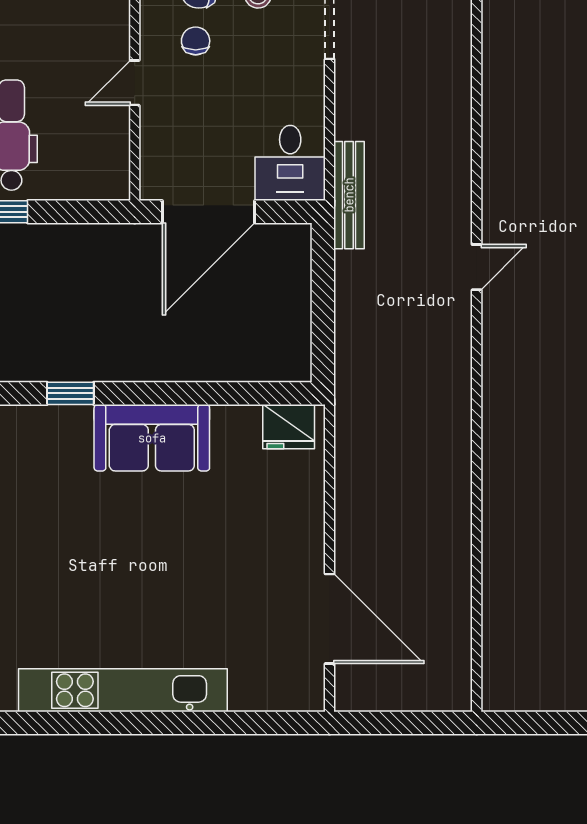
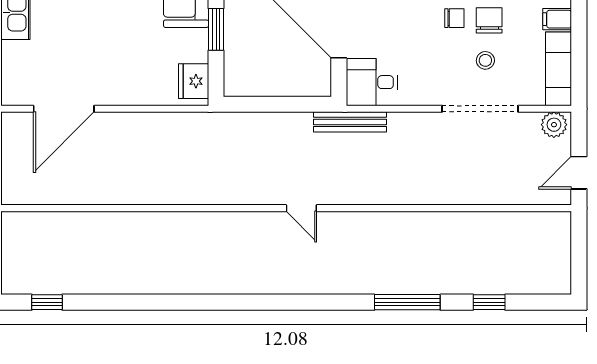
window: (212, 393) -> (216, 29), added

